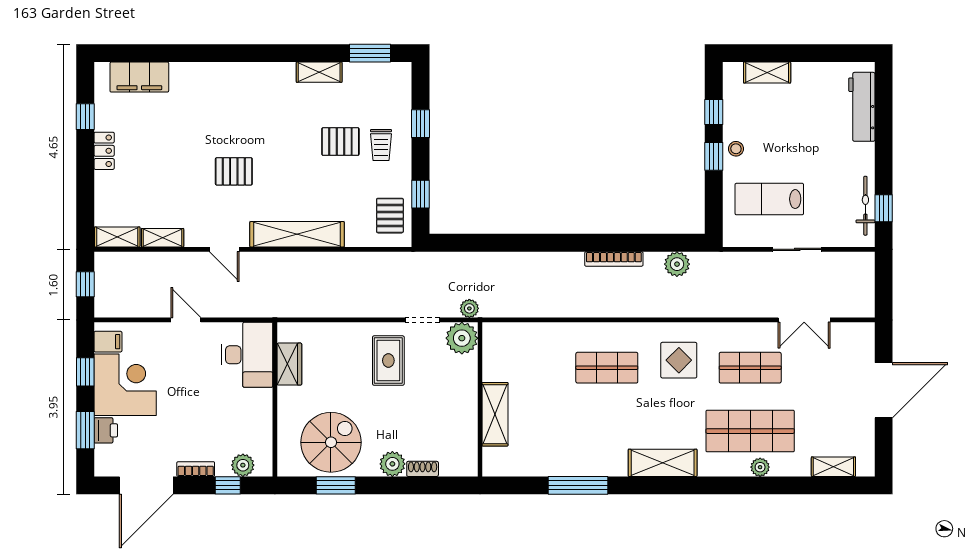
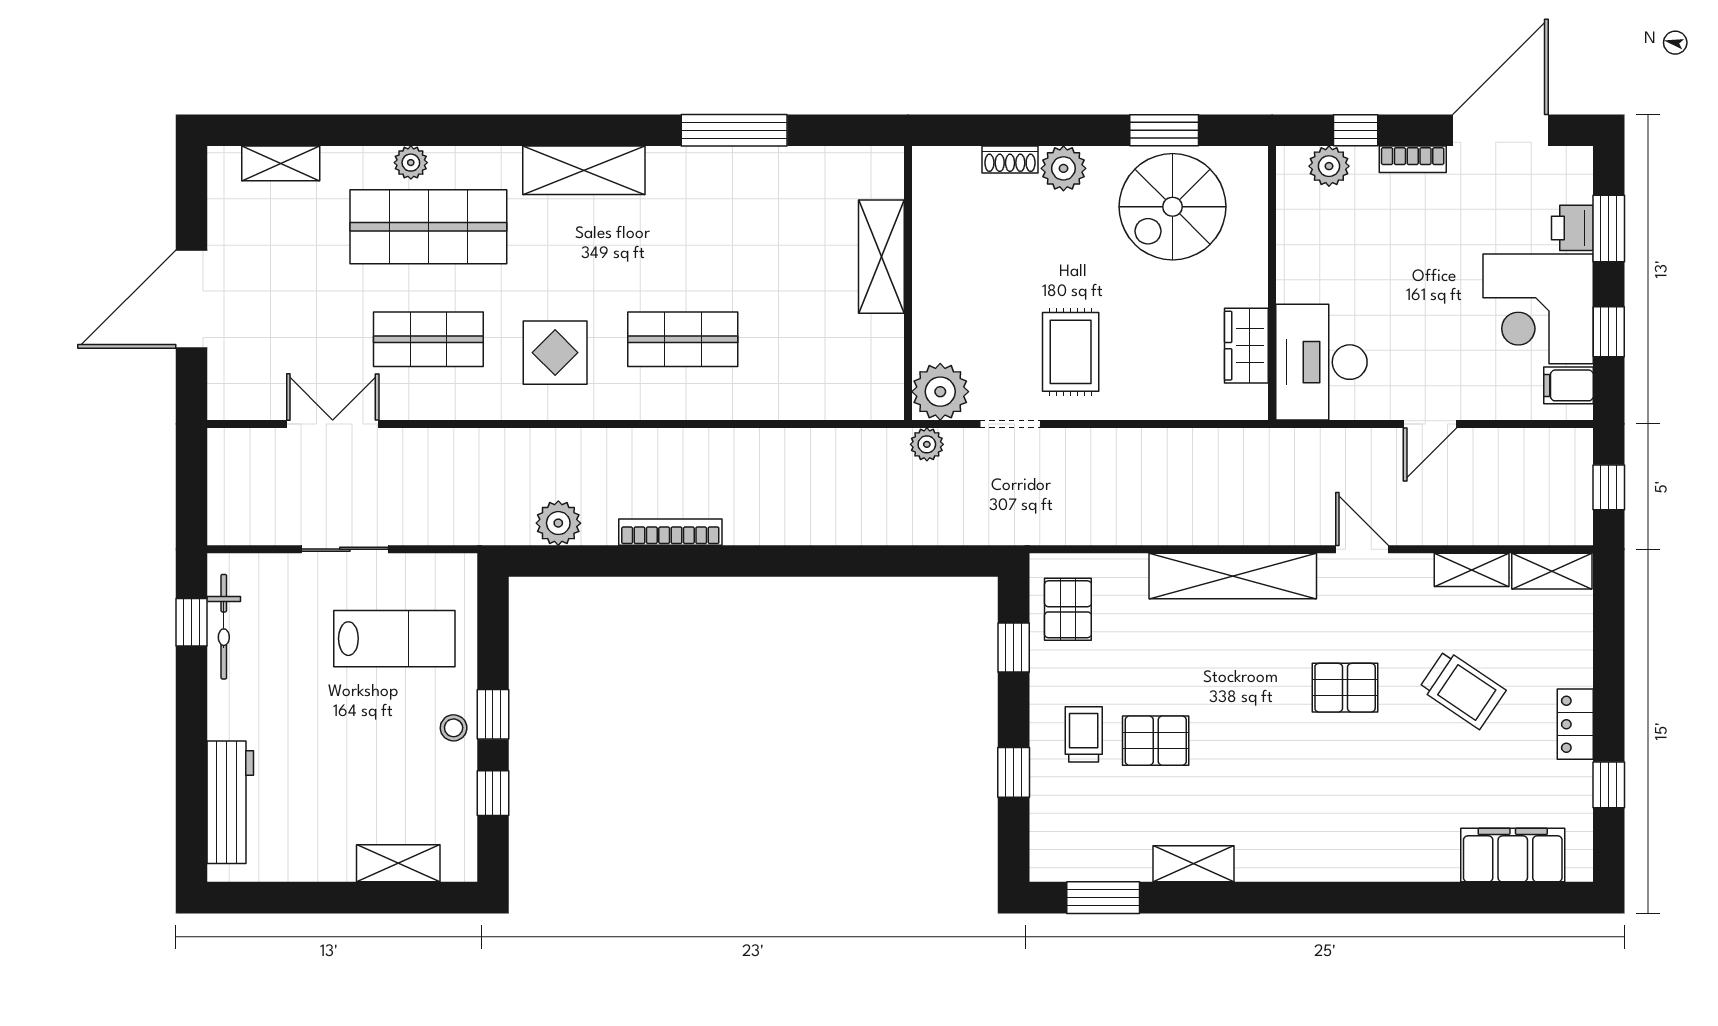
trolley: (168, 170) -> (1462, 690), added
door: (186, 320) -> (1430, 424), hinge flipped

